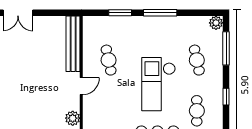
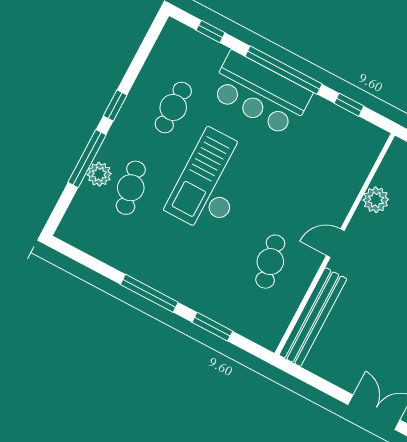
plant: (216, 23) -> (99, 174), moved
window: (226, 48) -> (87, 159), moved
checkout: (159, 84) -> (211, 182), turned 180

